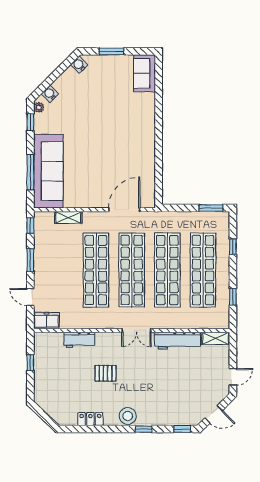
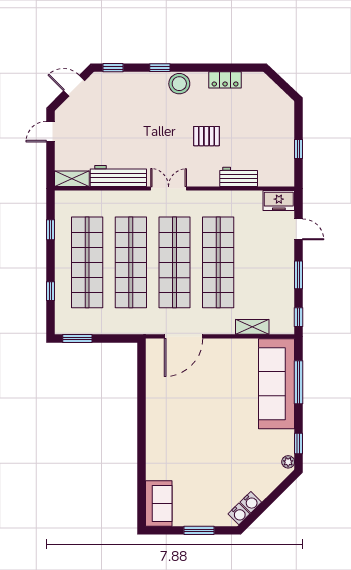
water cooler: (50, 94) -> (251, 502), moved

